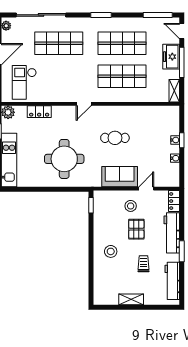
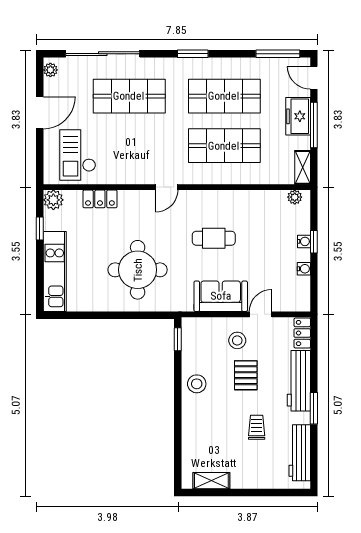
plant: (169, 110) -> (295, 197), added
stool: (111, 251) -> (197, 384), moved
shelving: (131, 299) -> (211, 481), moved

